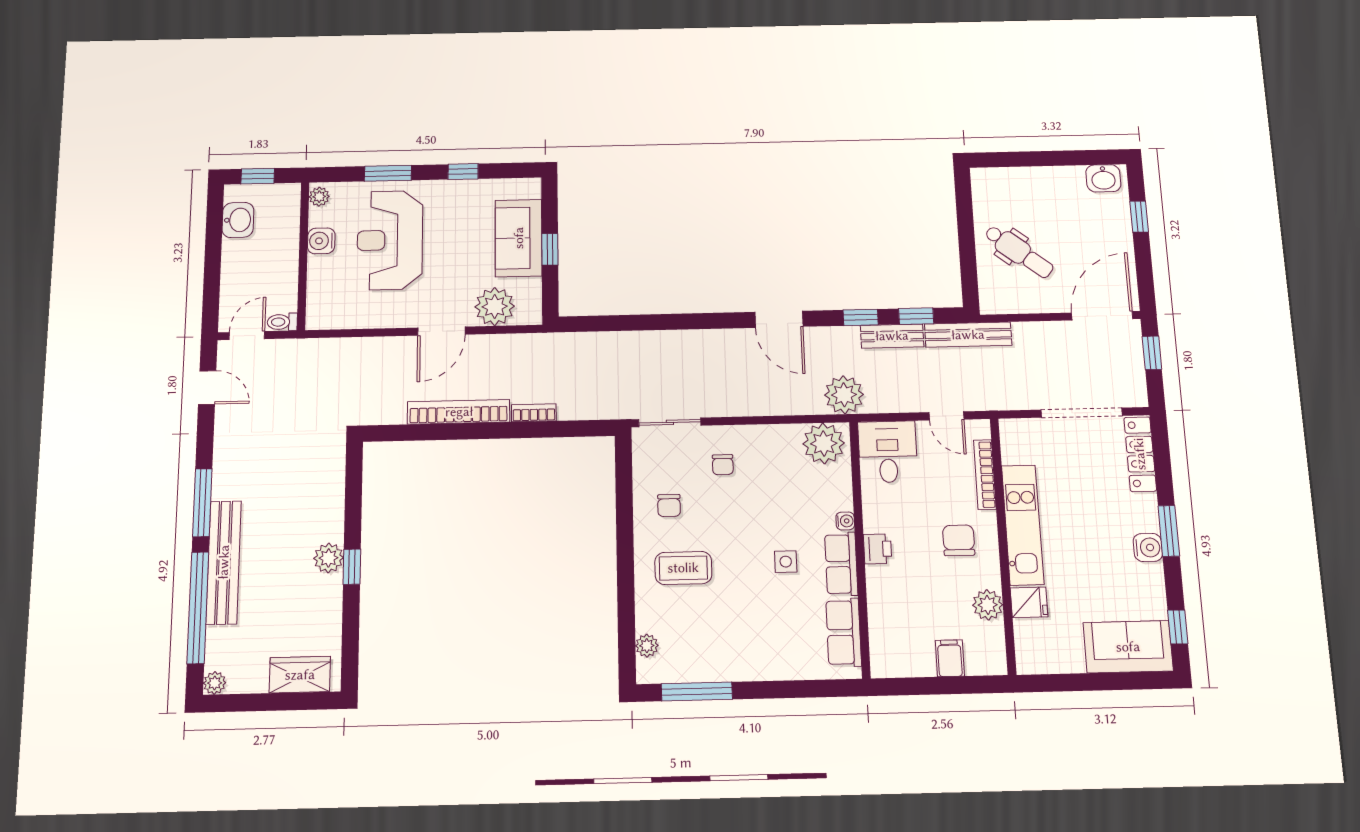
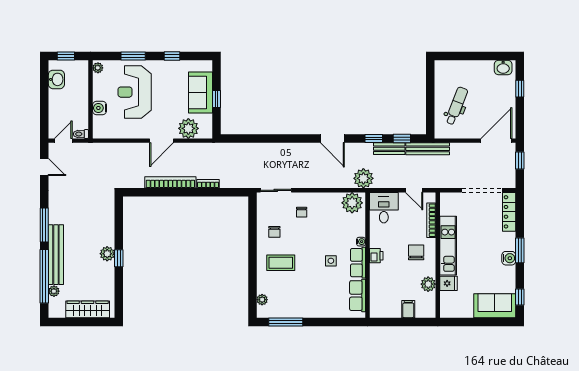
water cooler: (321, 241) -> (99, 108), moved
dental chair: (1019, 252) -> (457, 106), turned -107
wardrobe: (300, 675) -> (88, 309), width x1.50
plant: (215, 683) -> (54, 291), moved

